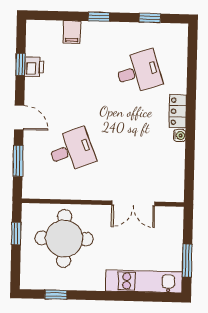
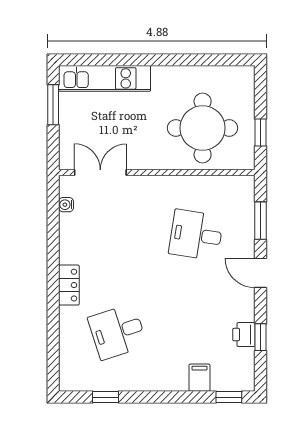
window: (99, 17) -> (229, 397), moved
water cooler: (180, 135) -> (66, 205), moved
desk: (72, 150) -> (196, 235), turned 30
double door: (133, 203) -> (100, 173), moved
window: (56, 295) -> (211, 60), removed

